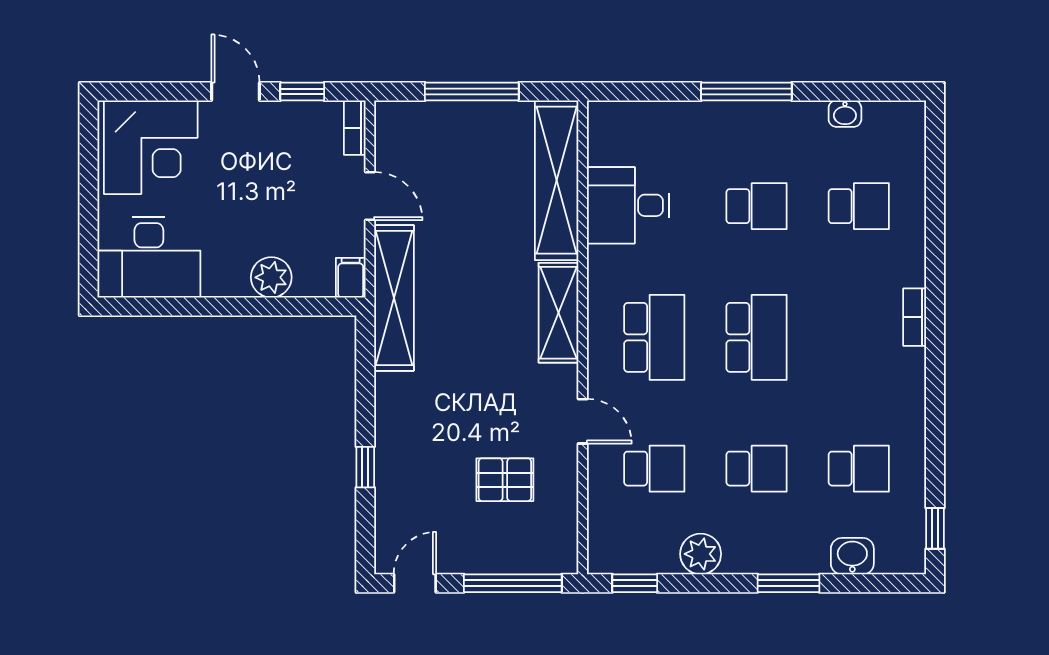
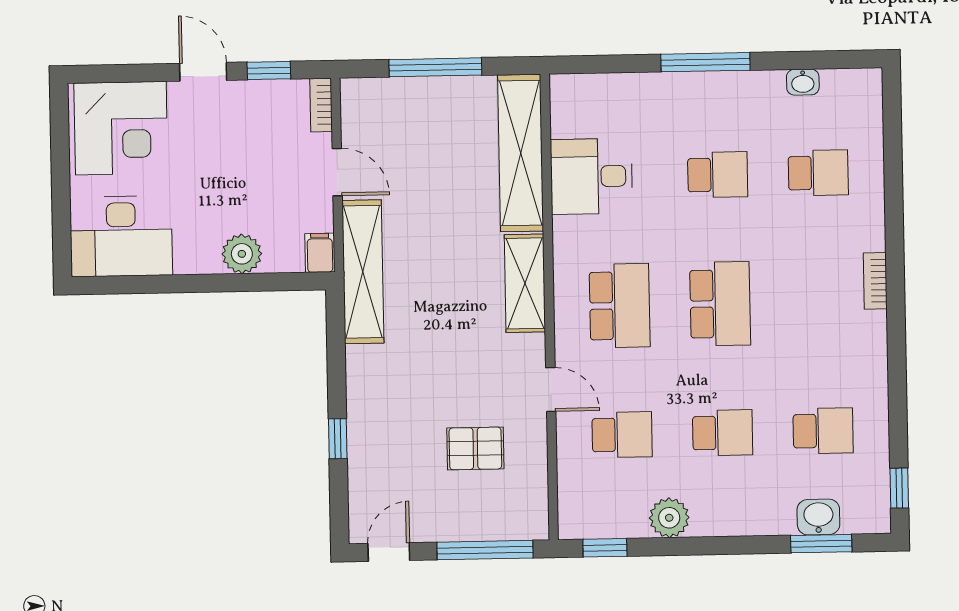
window: (788, 583) -> (821, 544), moved

